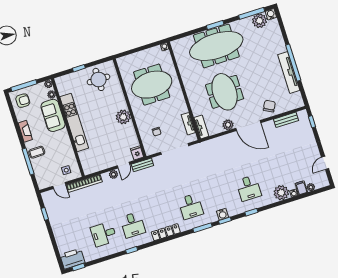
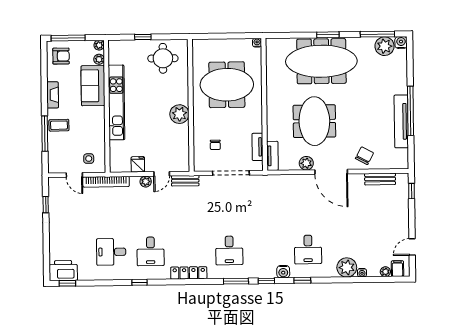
fridge: (137, 153) -> (138, 164), moved
filing cabinet: (301, 188) -> (397, 269), moved
water cooler: (222, 214) -> (283, 272), moved

